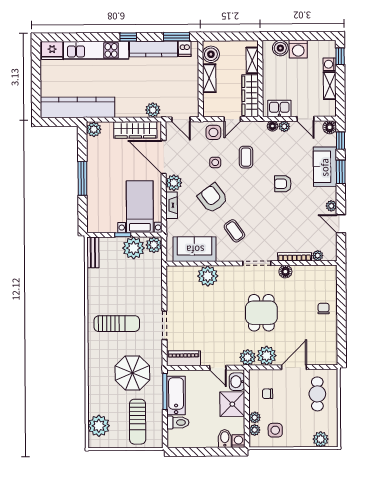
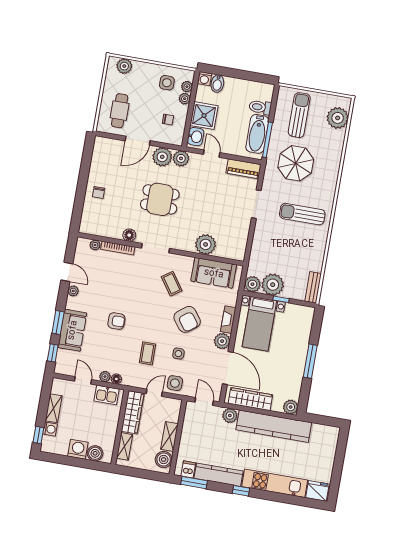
kitchen counter: (78, 107) -> (274, 426), moved
floor lamp: (330, 127) -> (61, 368), removed
dining table: (261, 313) -> (160, 199), turned 90

